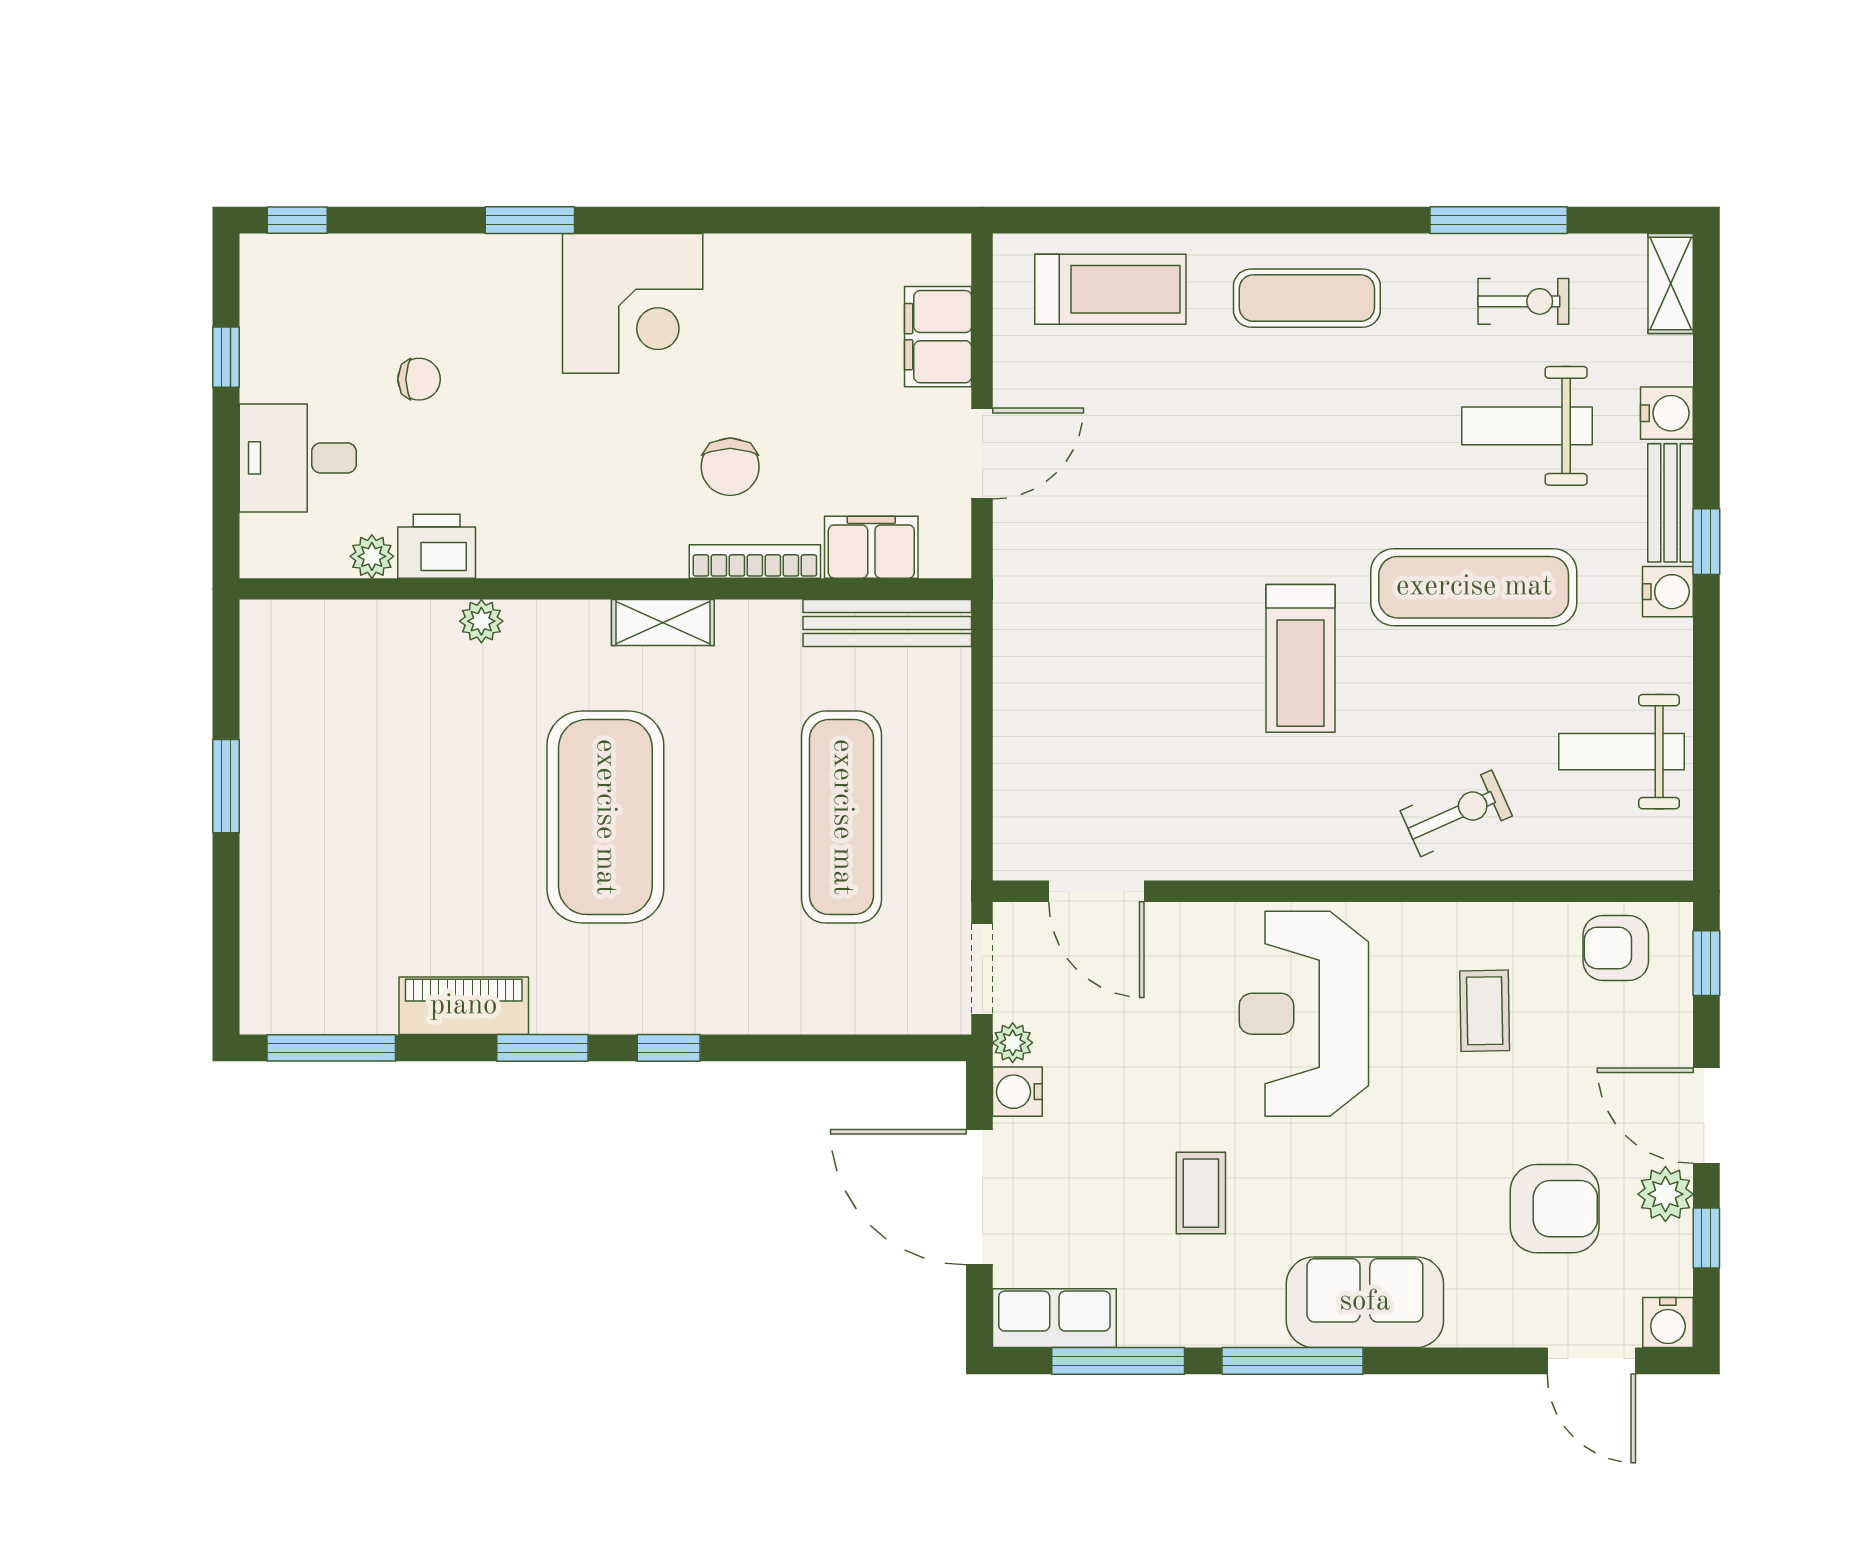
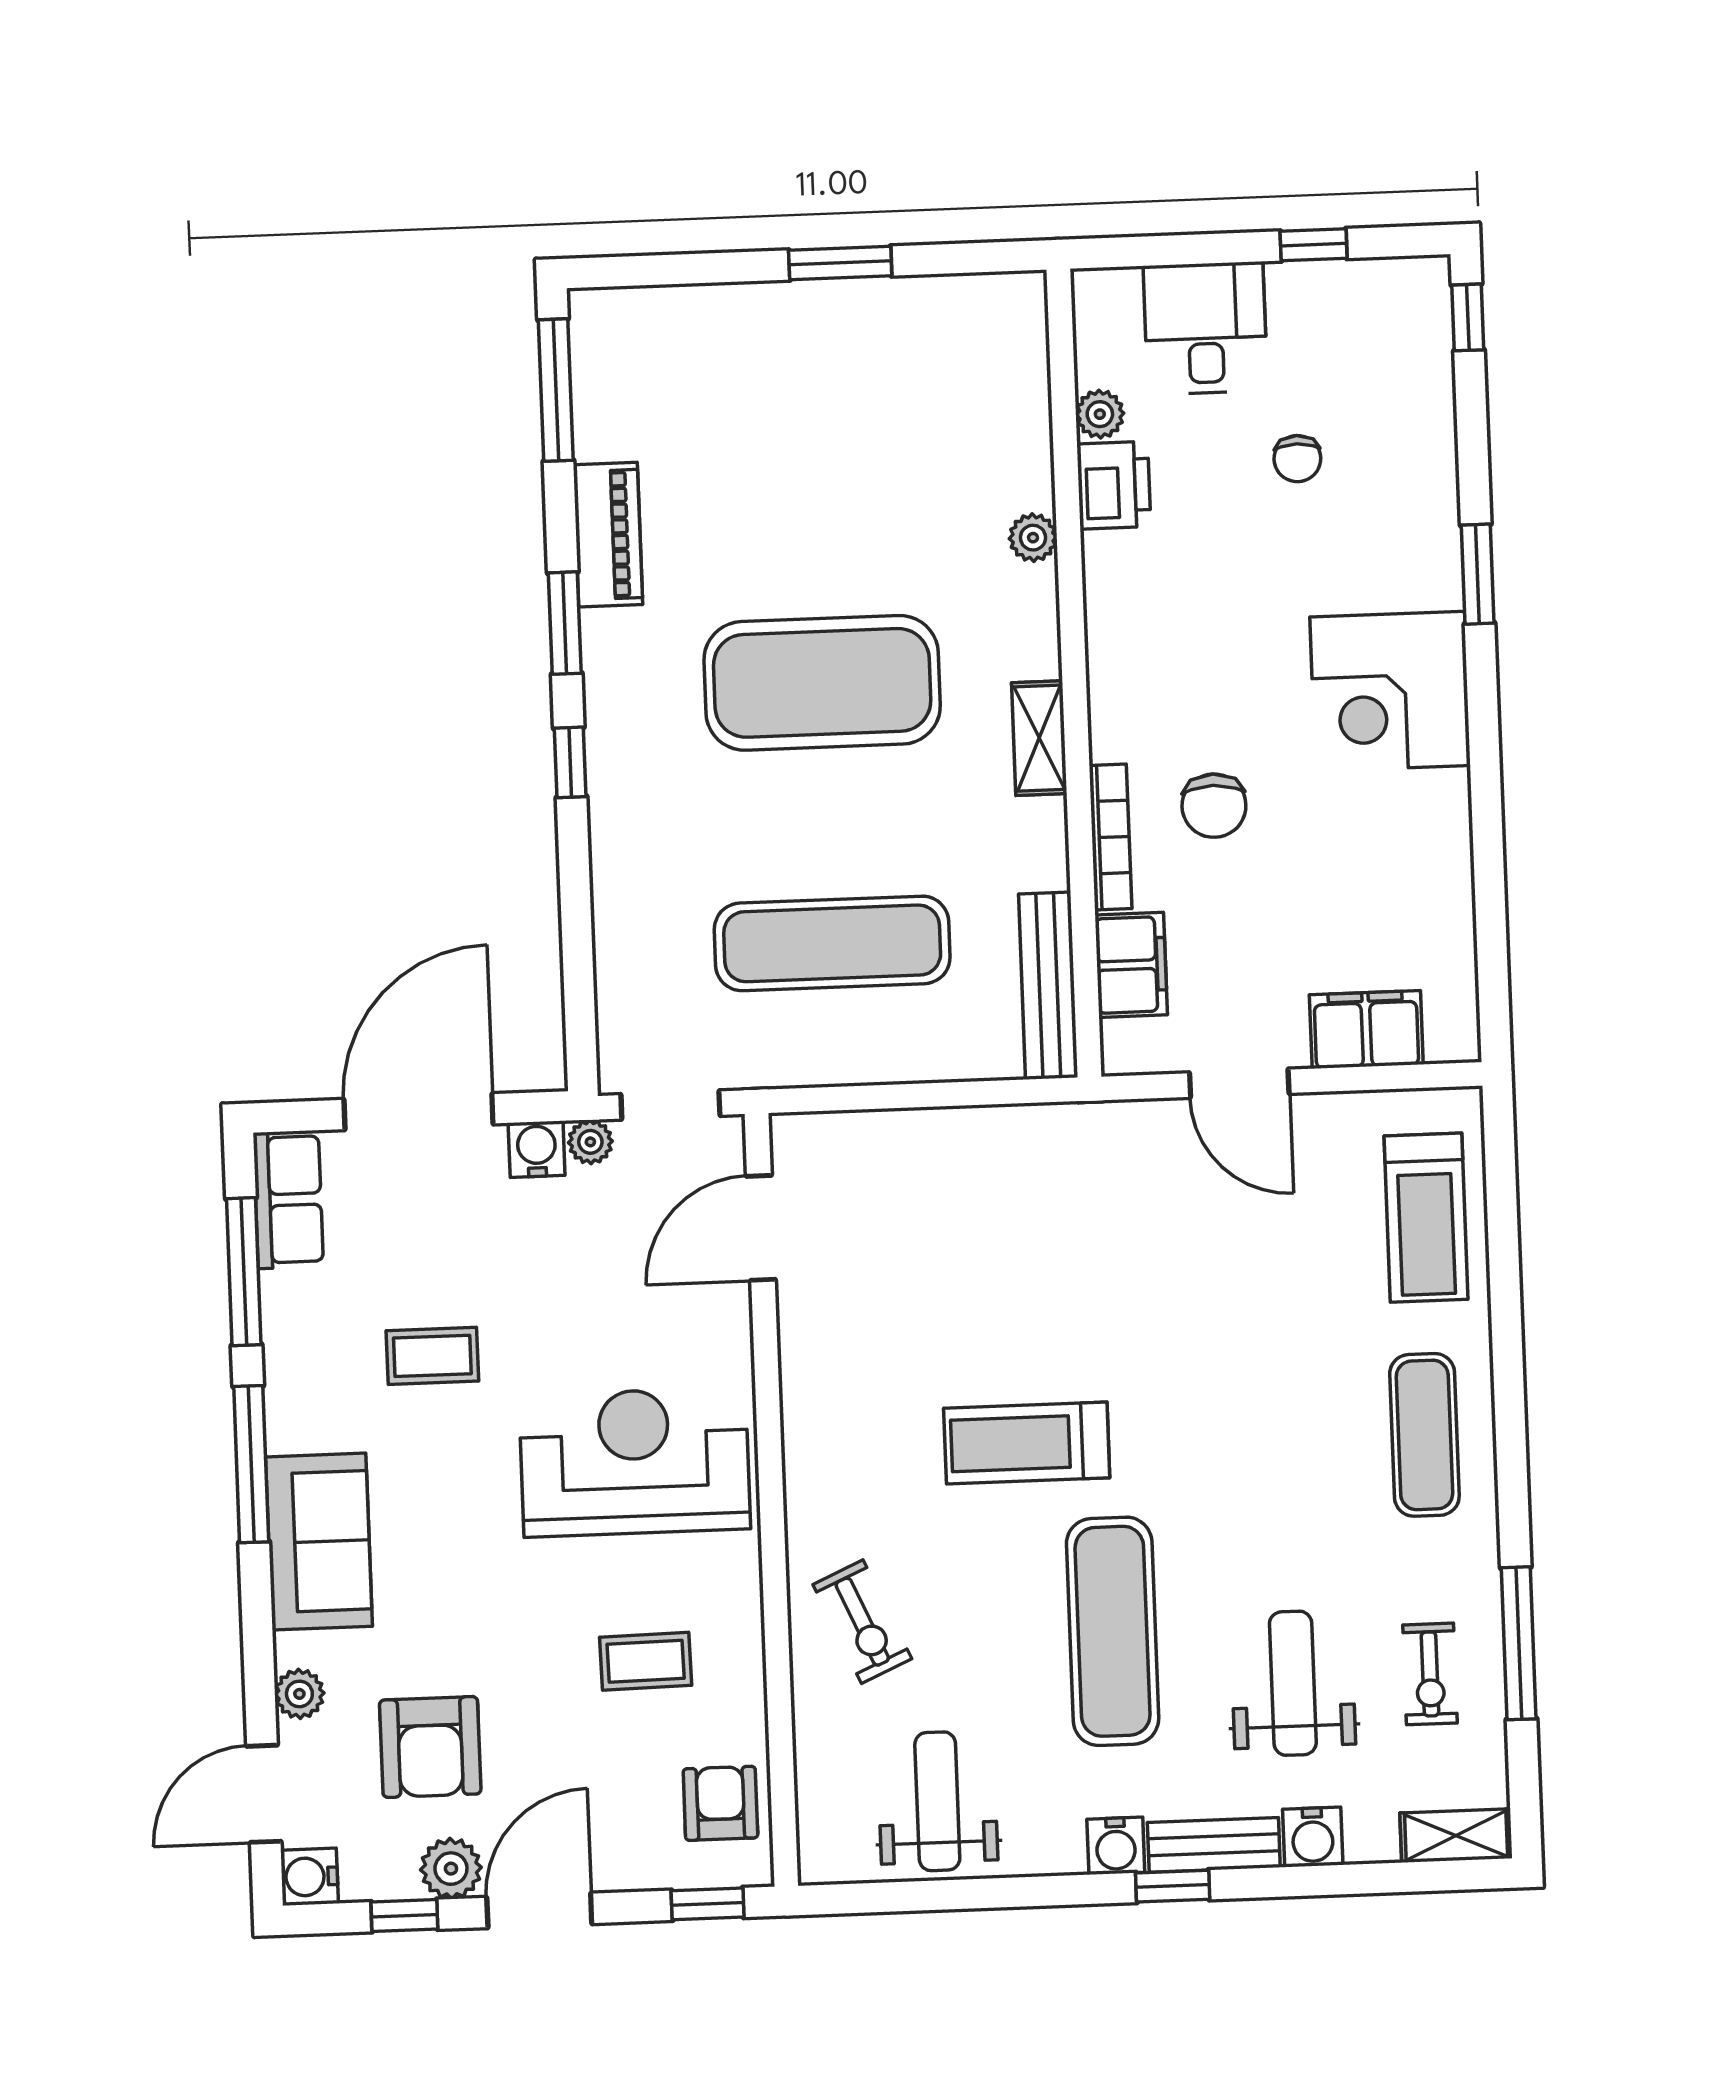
chair: (730, 467) -> (1214, 806), turned -90
plant: (1502, 1325) -> (299, 1694), added

